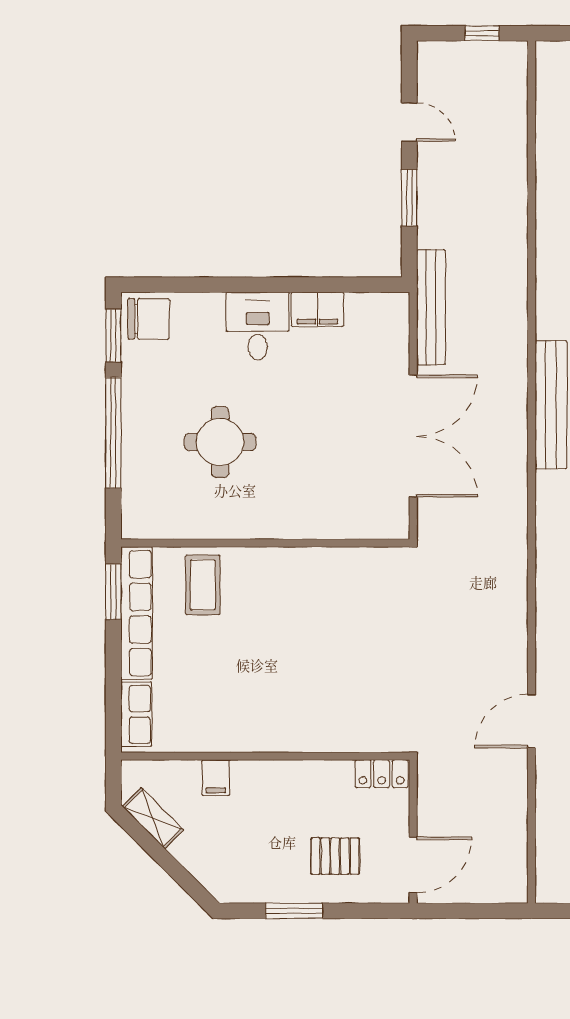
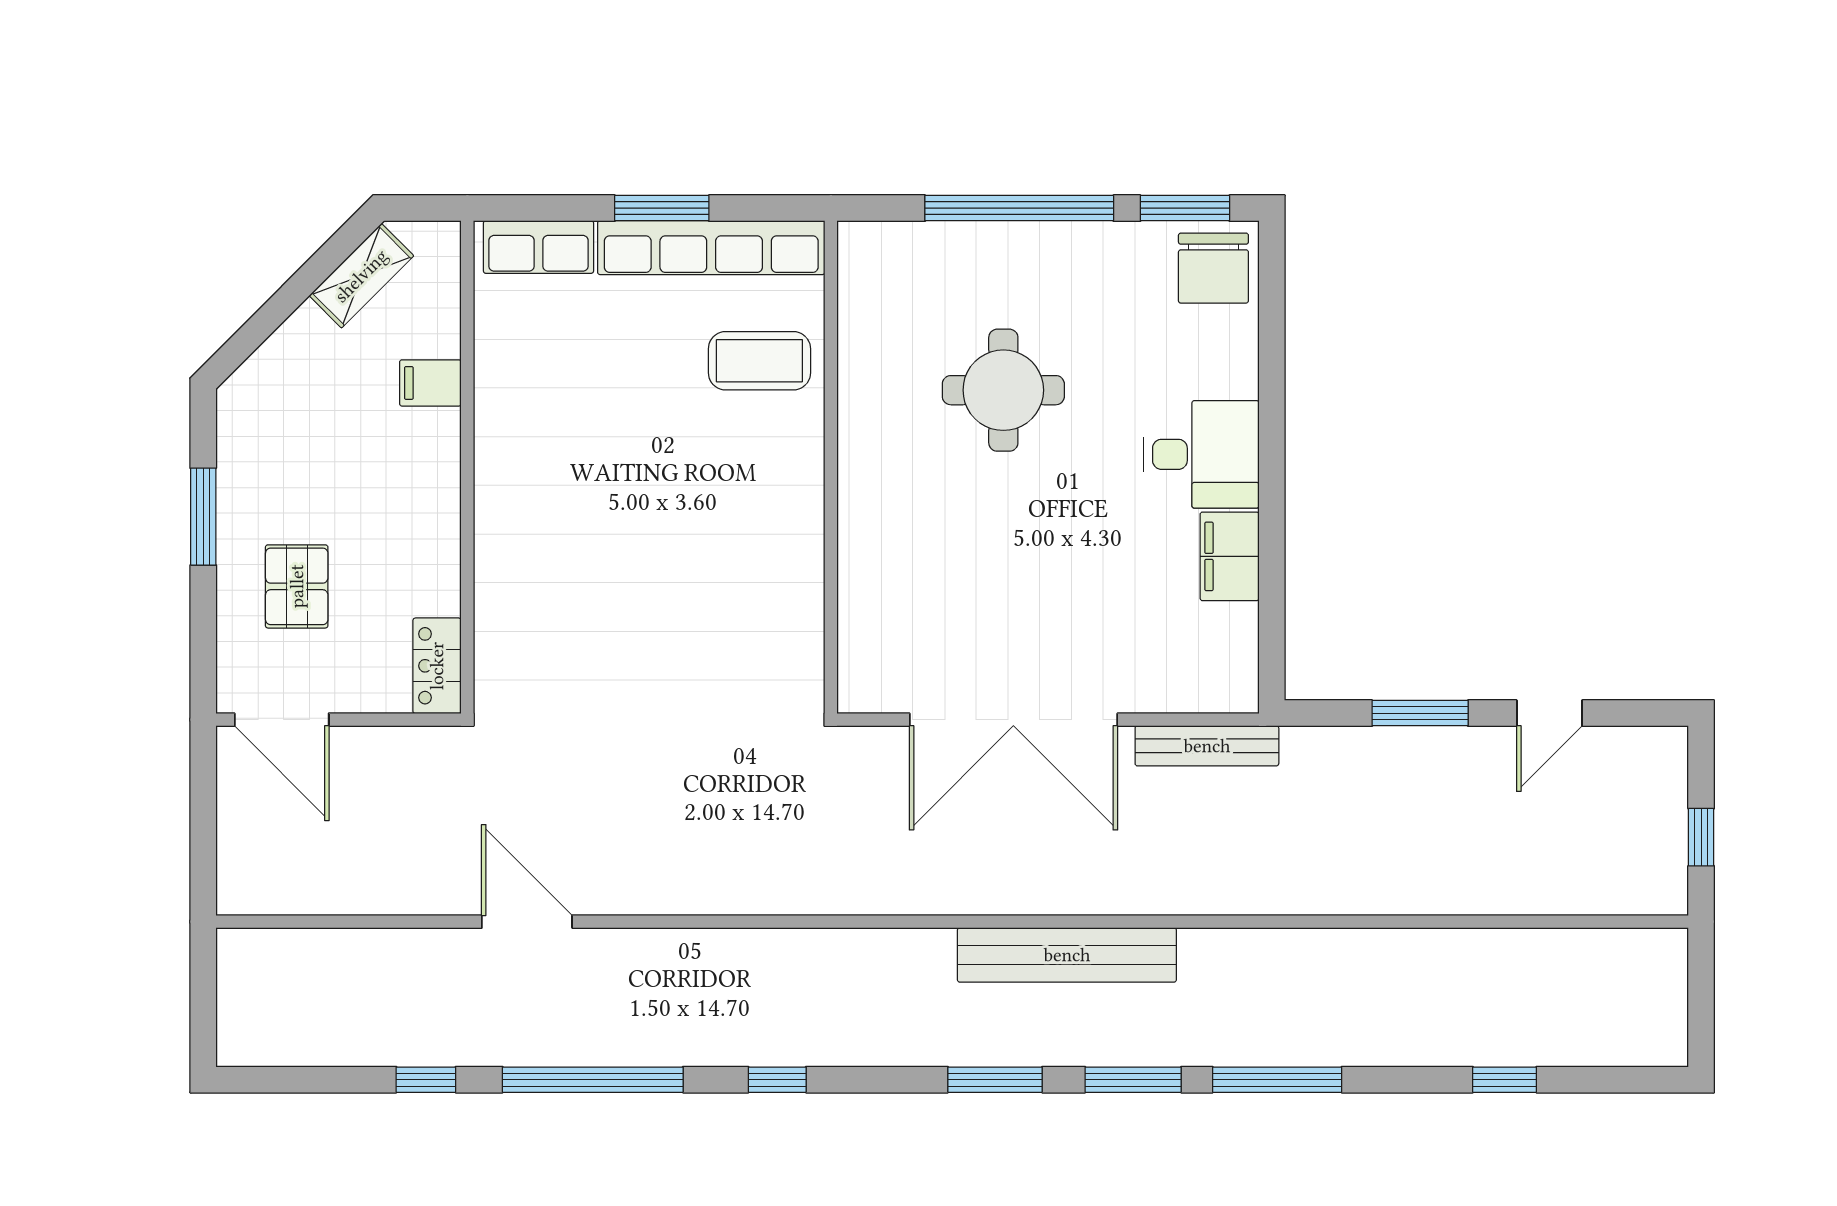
bench: (431, 307) -> (1207, 746), width x0.73, depth x0.82
window: (113, 592) -> (662, 208), moved

